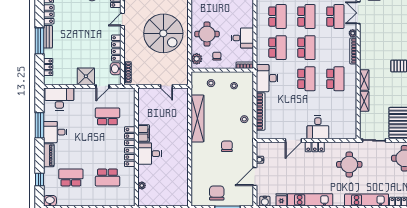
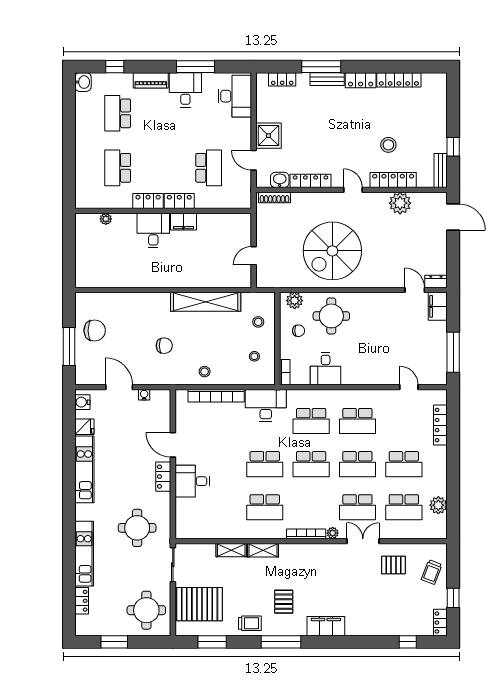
school desk: (71, 178) -> (118, 113), turned 180

